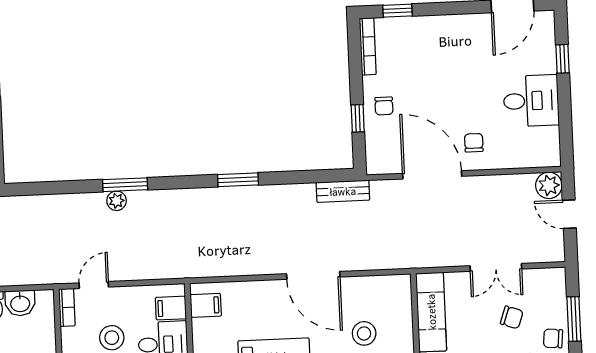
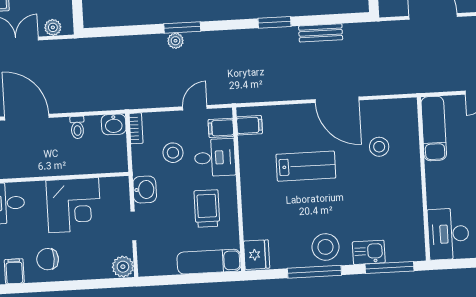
bench: (343, 191) -> (321, 33), moved
door: (94, 285) -> (195, 108), moved
washbasin: (20, 303) -> (114, 124), moved

